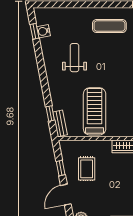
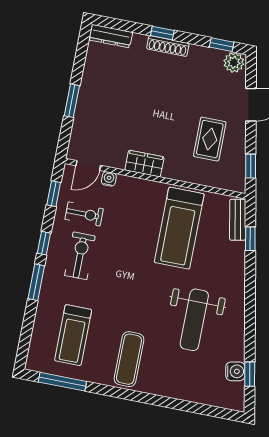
exercise mat: (109, 26) -> (129, 359), turned 90
weight bench: (74, 58) -> (194, 320), width x1.36, depth x1.33
window: (61, 168) -> (251, 166), moved

